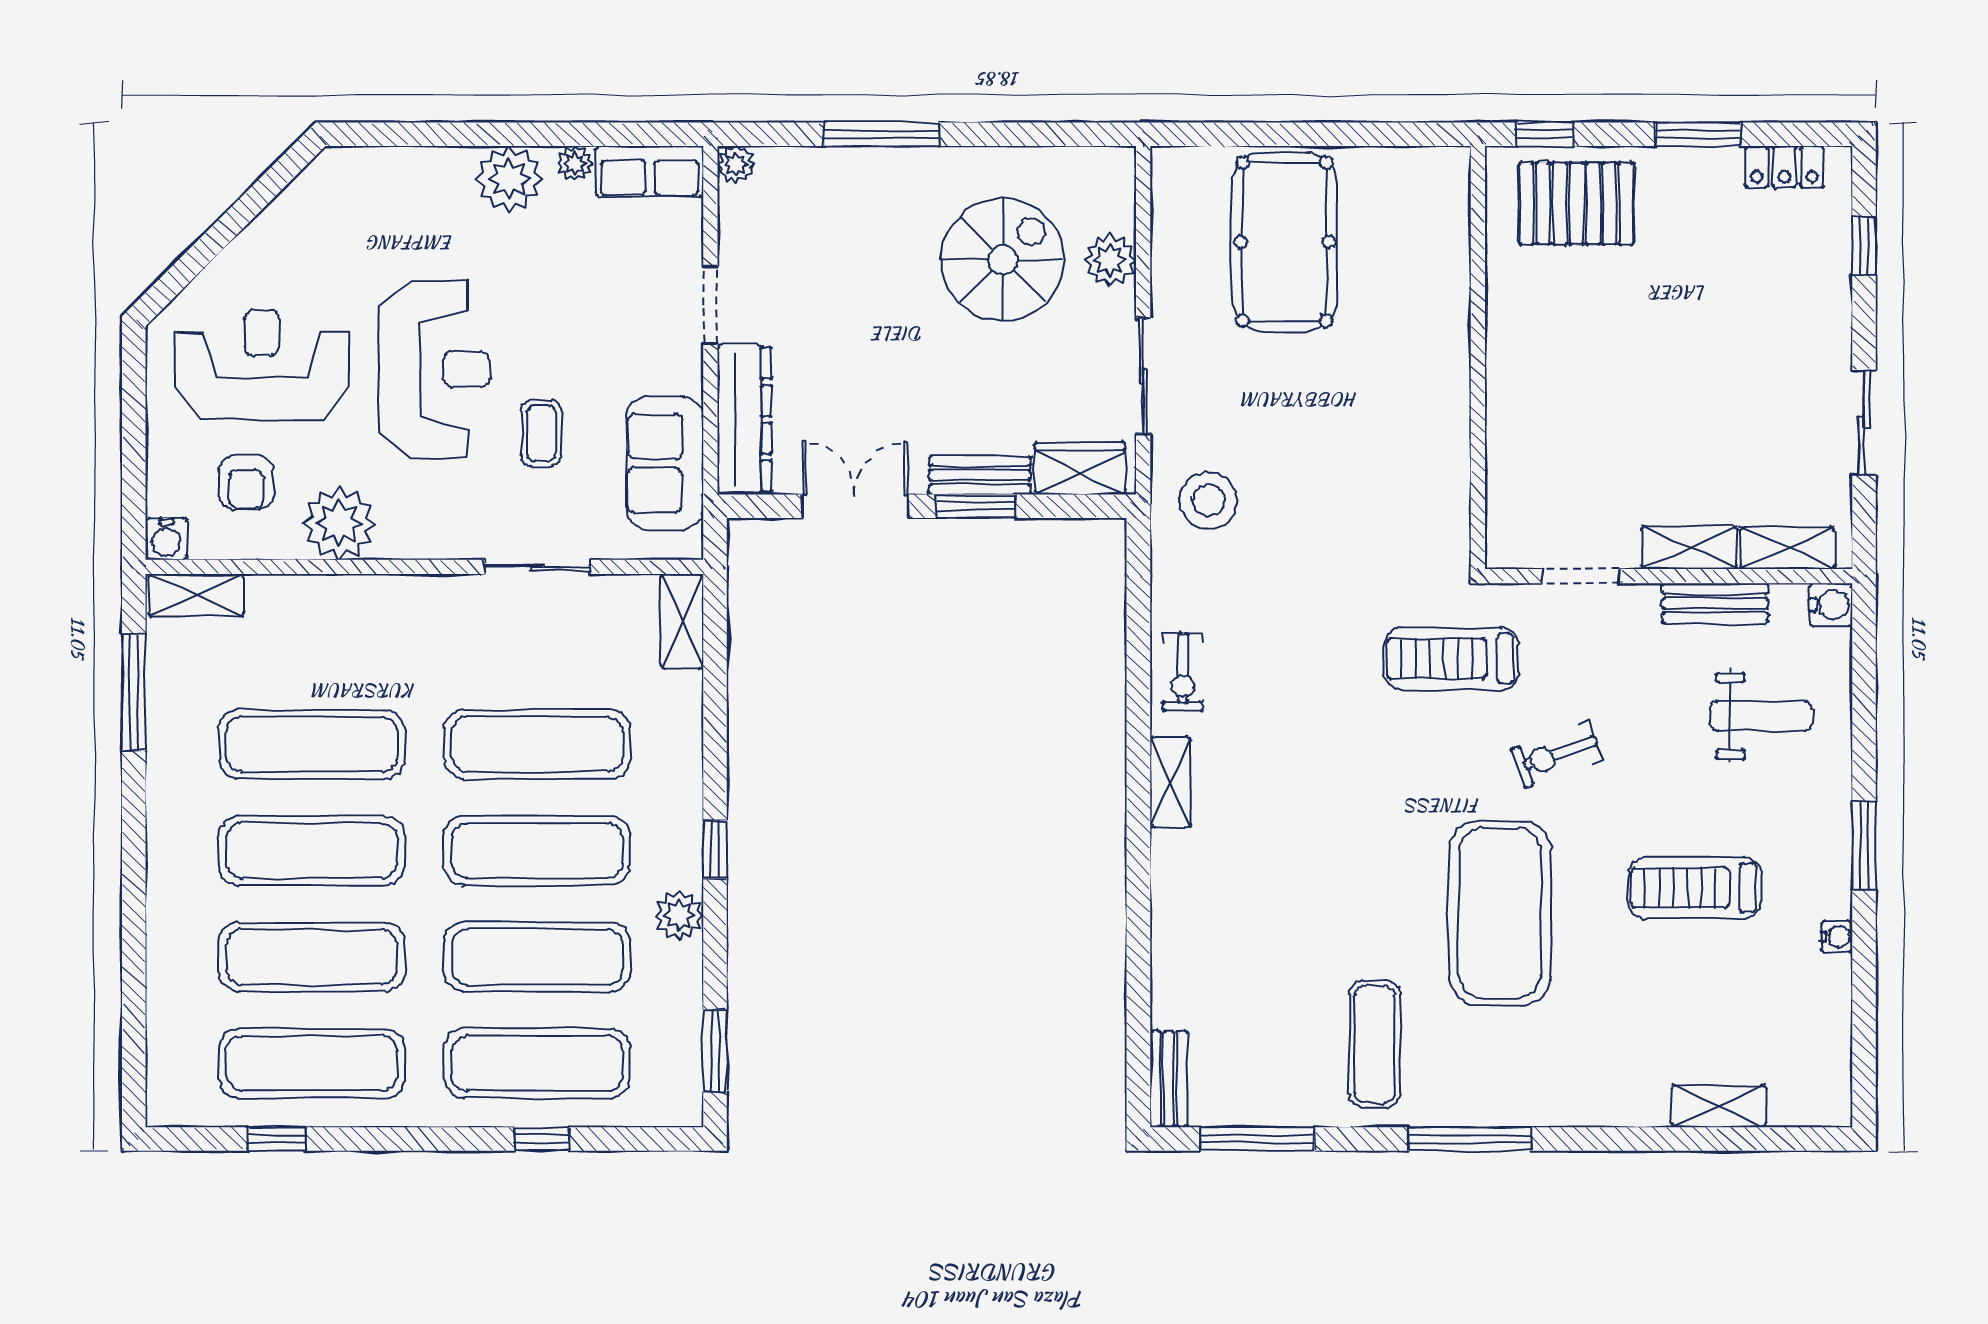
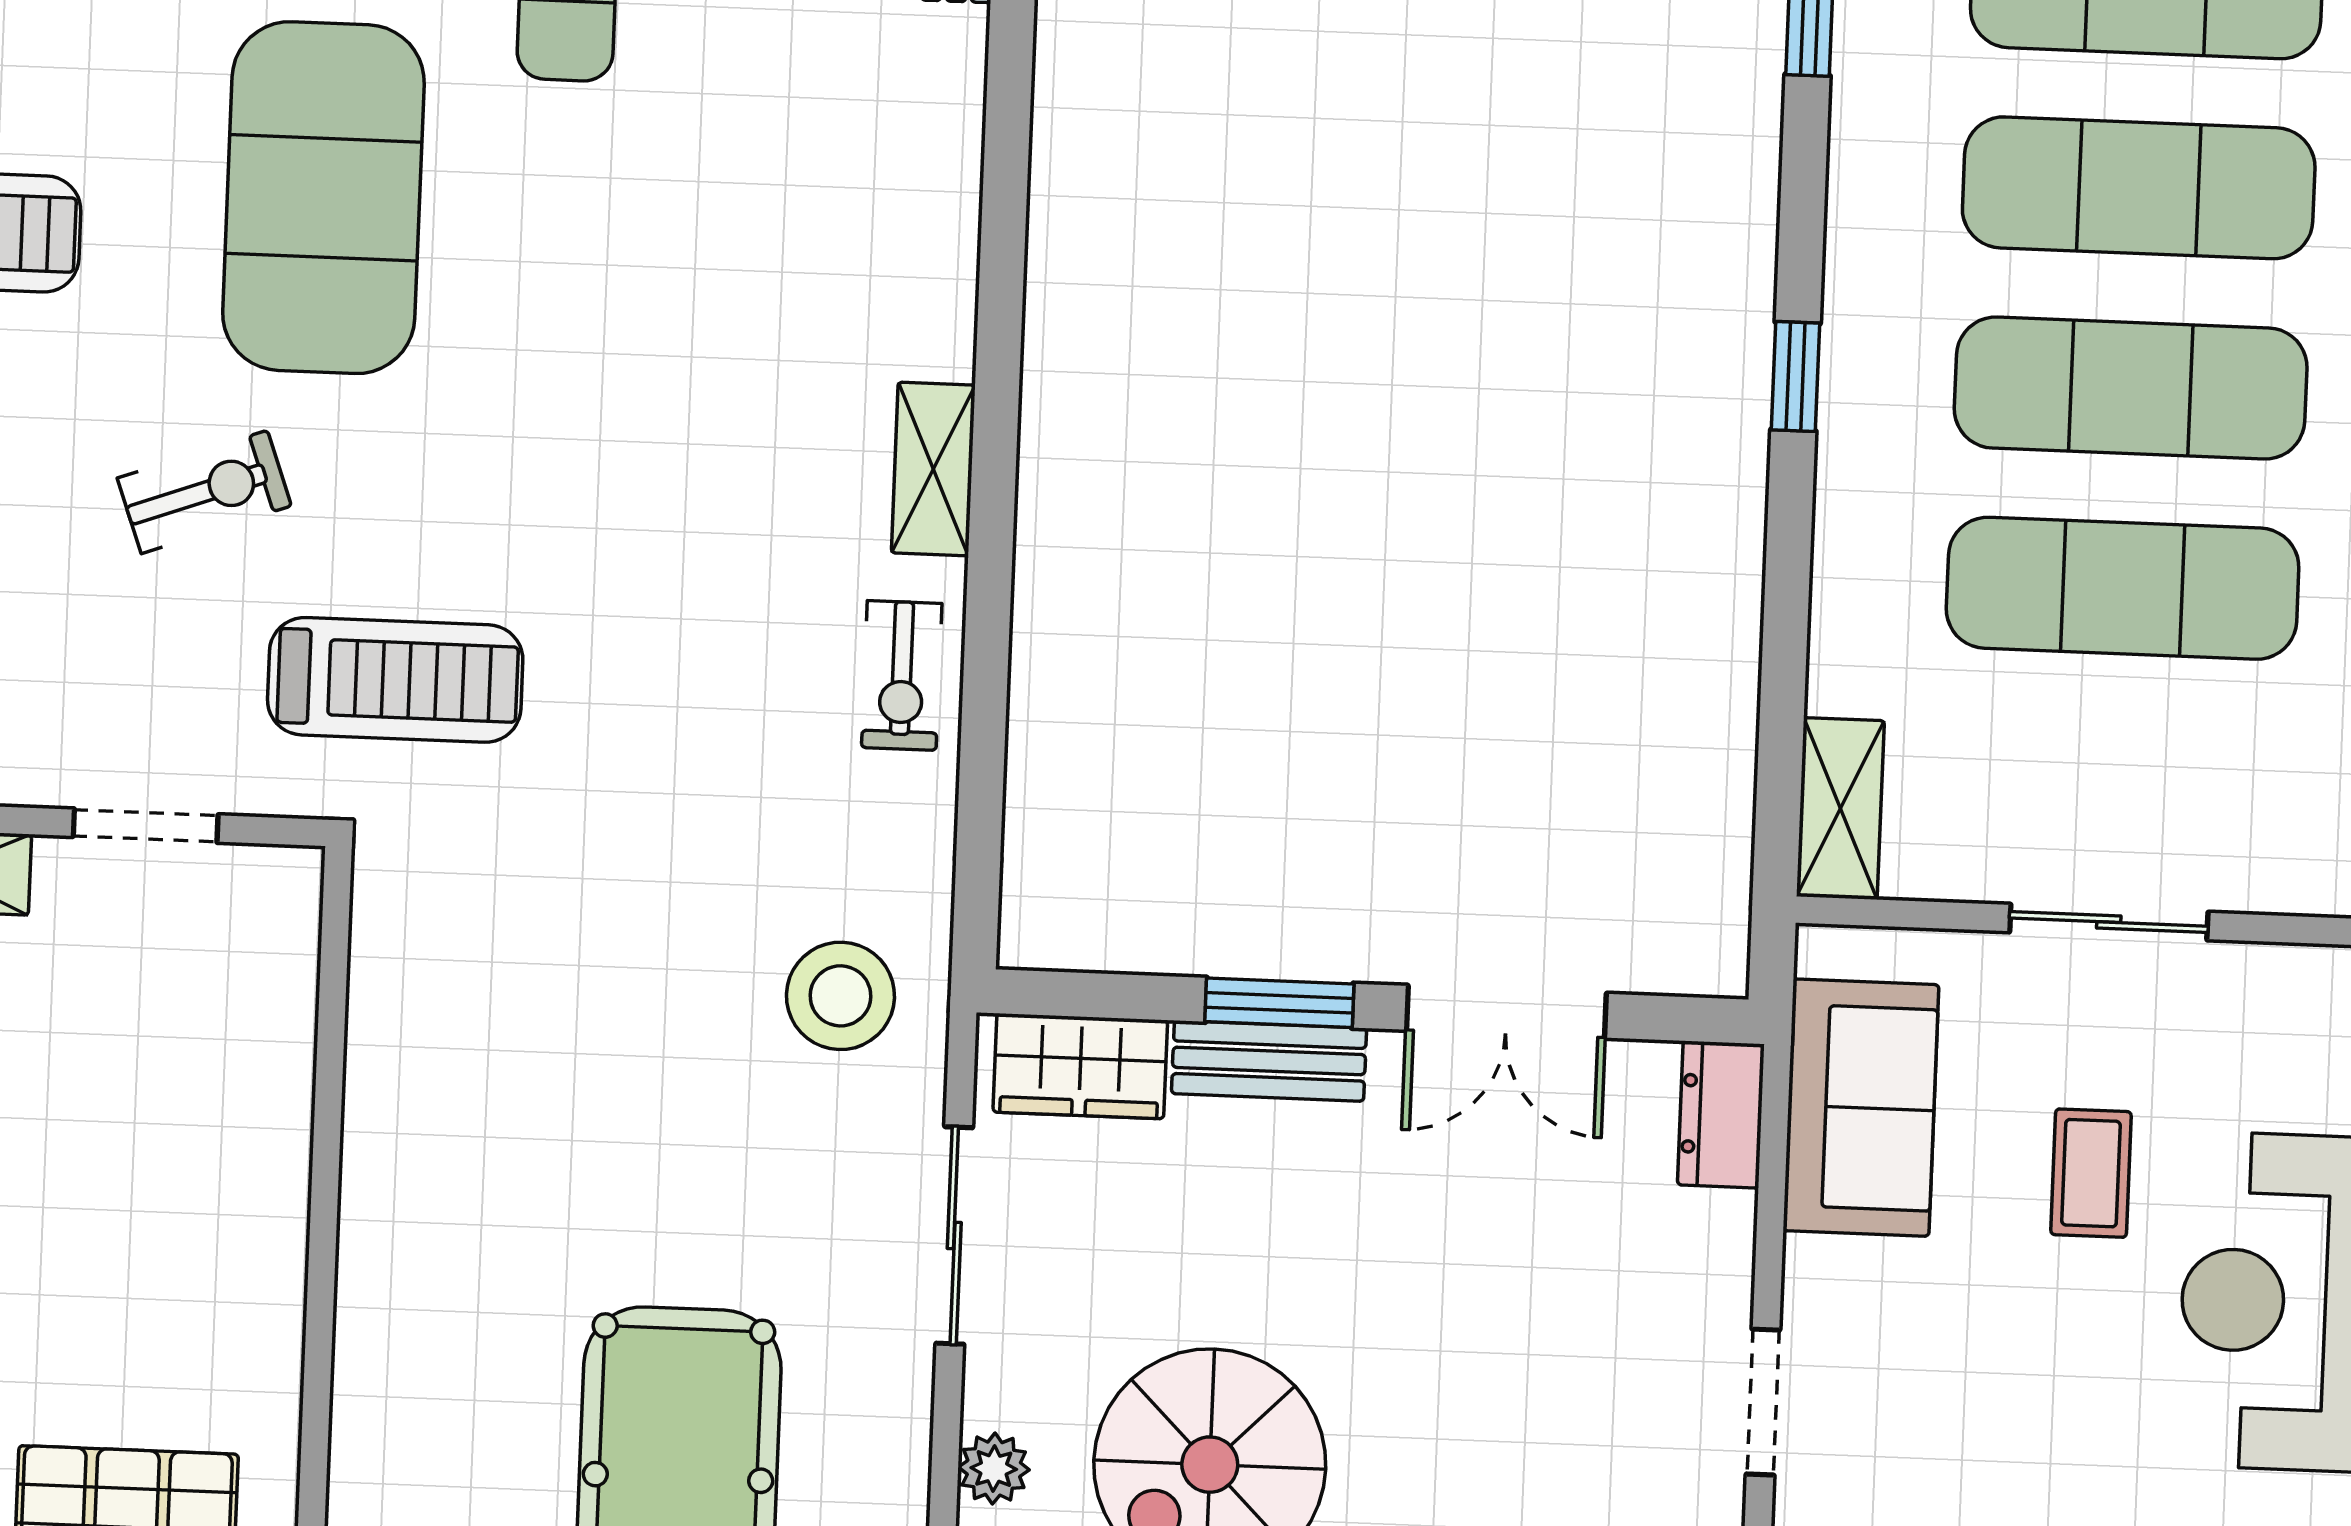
plant: (1110, 260) -> (994, 1469), width x0.73, depth x0.73
dresser: (744, 420) -> (1721, 1115), width x0.51, depth x0.80
exercise bike: (1183, 672) -> (902, 676), turned 180
plant: (679, 915) -> (1868, 255), removed

